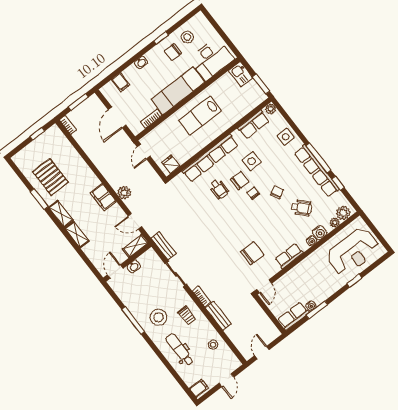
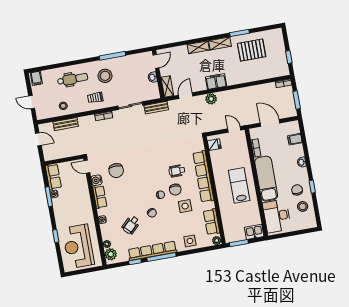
water cooler: (320, 233) -> (97, 180), moved
door: (115, 272) -> (156, 61), hinge flipped
bench: (218, 316) -> (66, 124), moved

